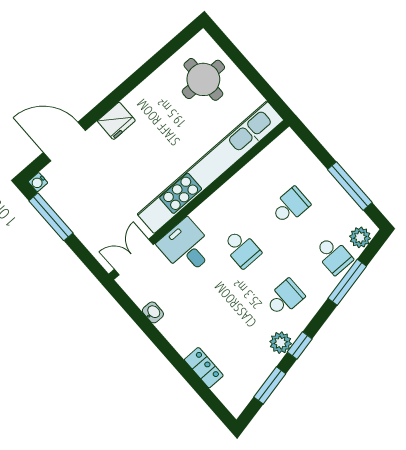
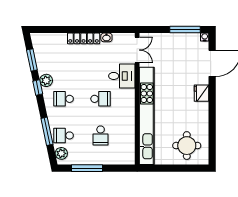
school desk: (242, 249) -> (101, 99), turned 180
school desk: (285, 298) -> (64, 99), turned 90
locker: (204, 368) -> (84, 38), moved, width x1.53

